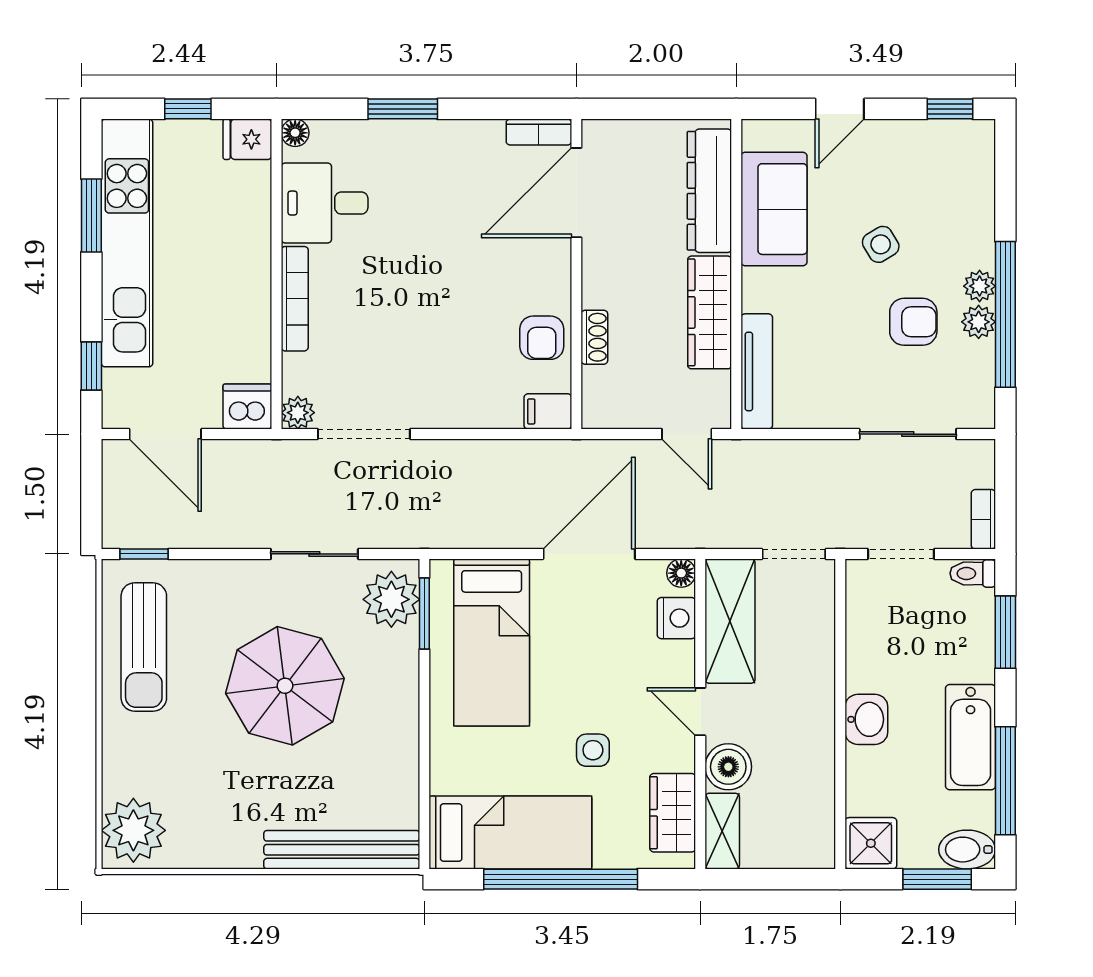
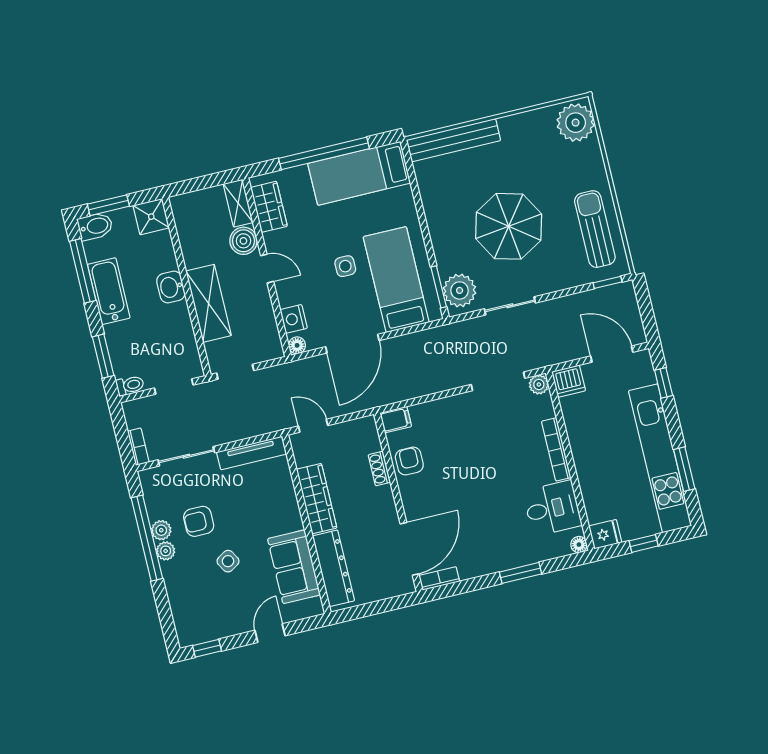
tv unit: (757, 371) -> (252, 453), moved, turned -90
bookcase: (983, 519) -> (138, 447), moved
shelving: (730, 621) -> (209, 303), moved
side table: (593, 750) -> (345, 266), moved

